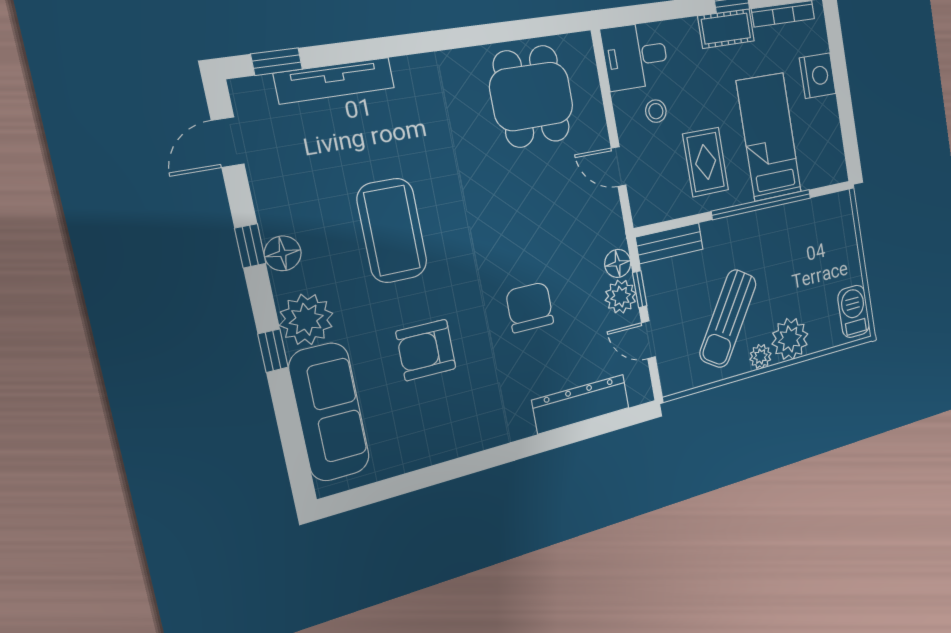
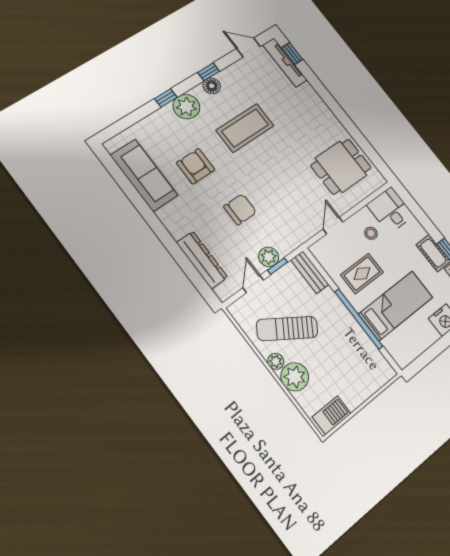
tv unit: (335, 81) -> (285, 62), moved
floor lamp: (618, 263) -> (285, 247), removed
sofa: (329, 412) -> (144, 175), moved, turned -90

